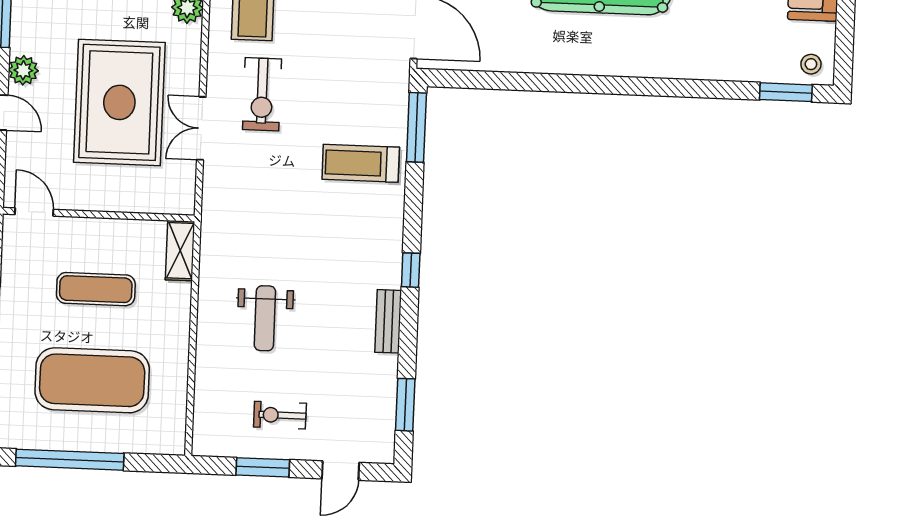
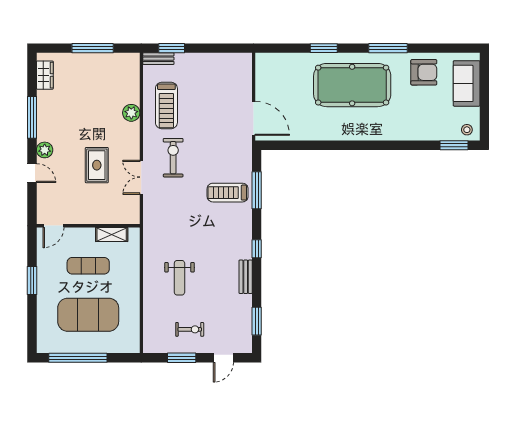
exercise bike: (262, 94) -> (173, 158), turned 180
rug: (119, 102) -> (97, 165), width x0.54, depth x0.49
window: (416, 127) -> (257, 190), moved
door: (34, 212) -> (53, 226), swing flipped
shelving: (180, 251) -> (112, 234), moved, turned 90
exercise bike: (280, 415) -> (190, 329), turned 180

